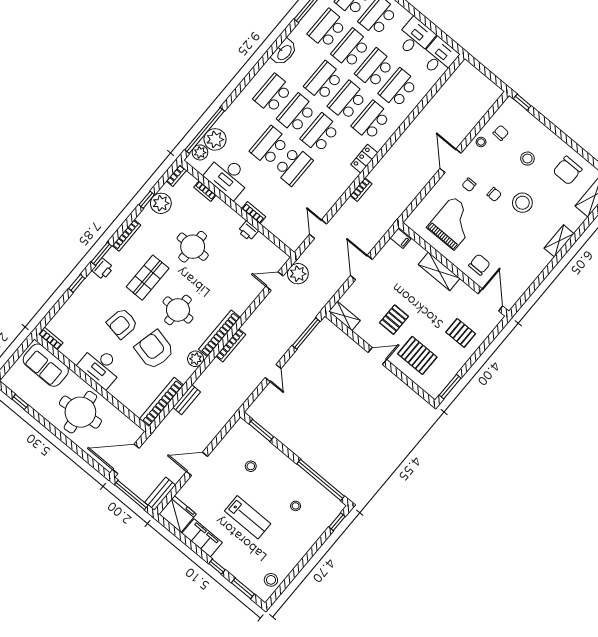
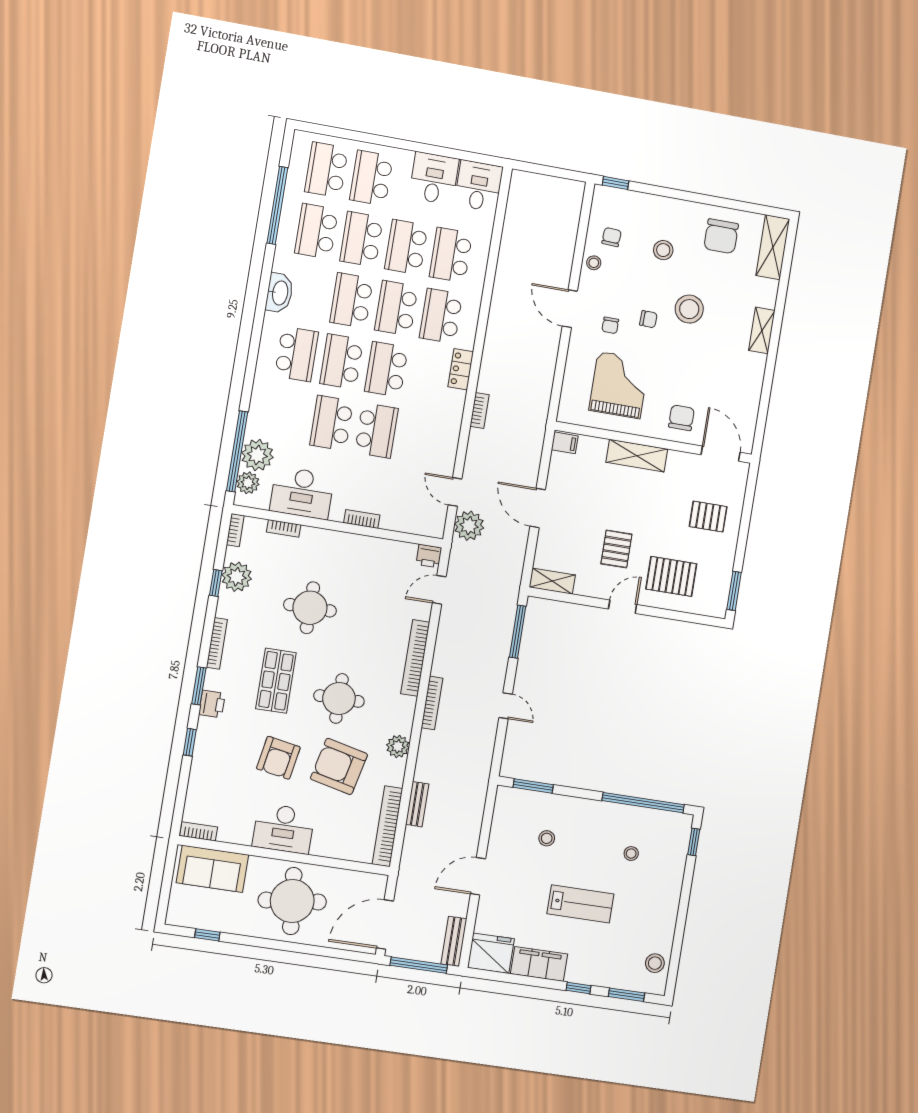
school desk: (273, 94) -> (296, 354), turned 180
printer: (248, 231) -> (429, 556), moved
plant: (298, 274) -> (469, 526), moved
bookcase: (219, 333) -> (415, 658), moved

